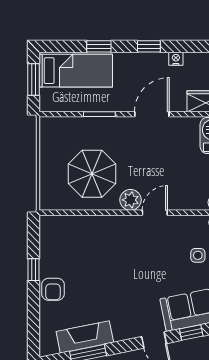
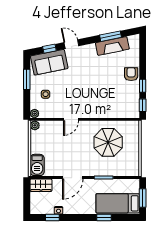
window: (149, 46) -> (52, 218), moved
plant: (130, 200) -> (85, 127), removed
window: (34, 237) -> (143, 105), added

